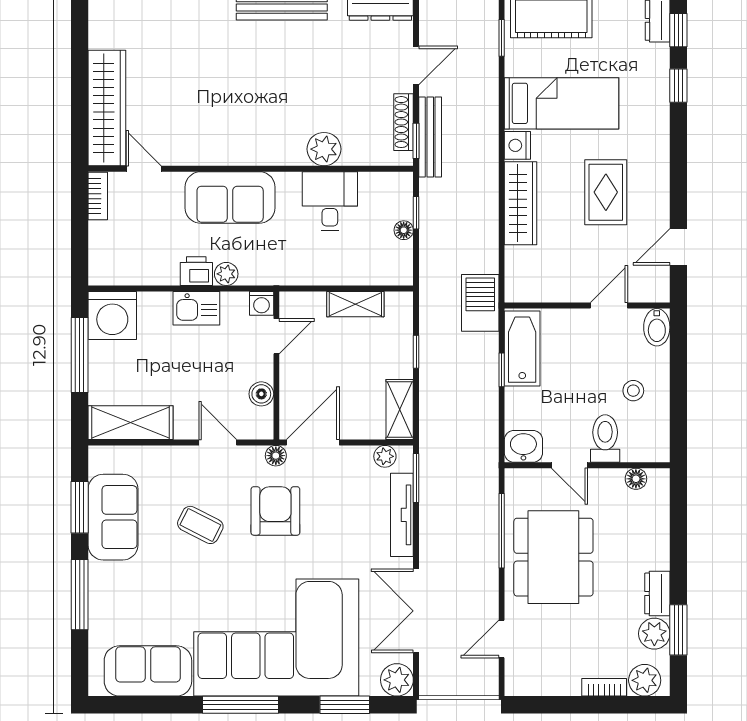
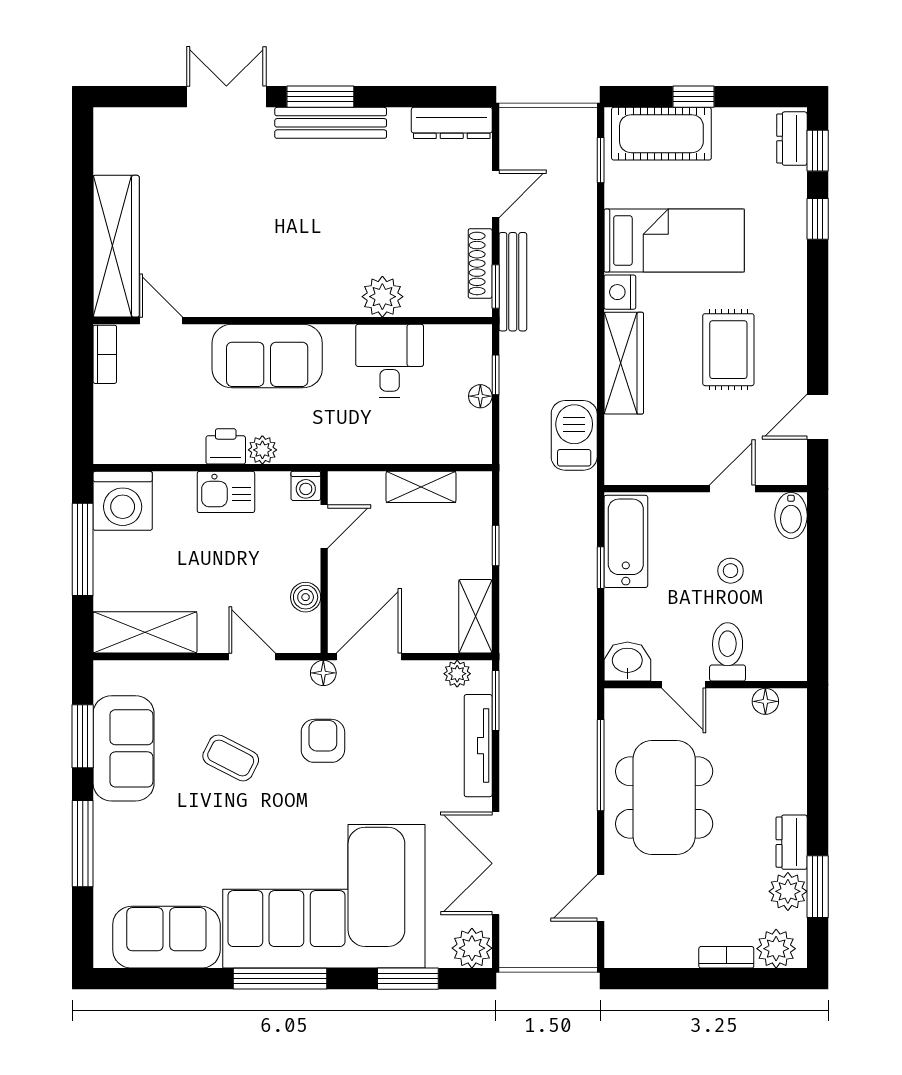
barbecue: (480, 303) -> (574, 435), moved
stool: (633, 391) -> (731, 571), moved
armchair: (275, 511) -> (323, 741), width x0.72, depth x0.72

